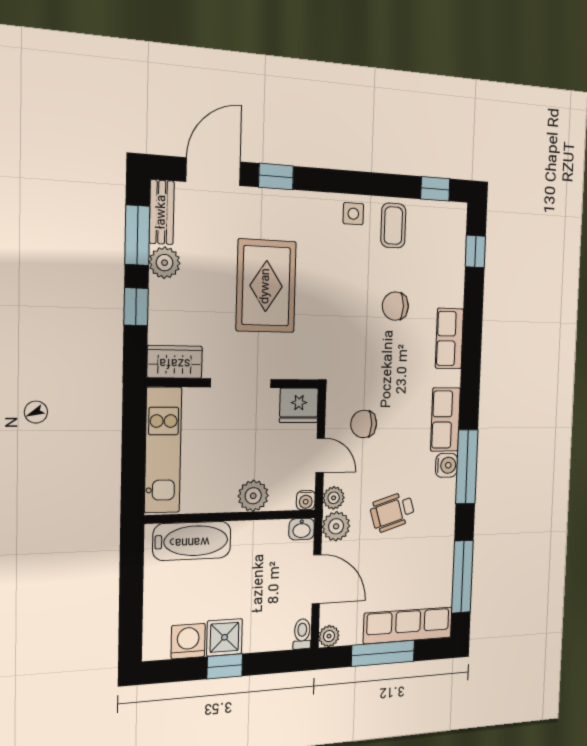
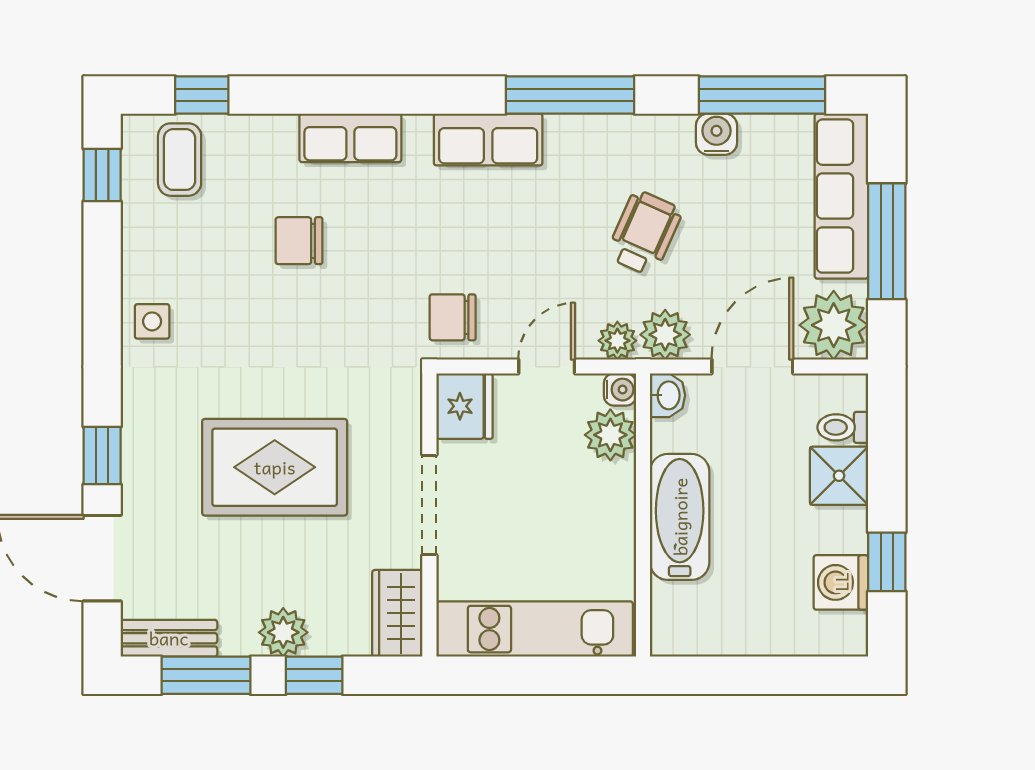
coffee table: (393, 226) -> (180, 160), moved, turned 90
plant: (165, 263) -> (283, 632), moved
chair: (395, 306) -> (299, 241), turned 90
chair: (364, 424) -> (453, 317), moved, turned 90
water cooler: (447, 465) -> (716, 134), moved
plant: (253, 496) -> (610, 435), moved
wheelchair: (392, 512) -> (644, 233), turned -139
bathtub: (192, 541) -> (680, 517), moved
toilet: (302, 634) -> (843, 427), moved
plant: (329, 636) -> (834, 325), width x1.88, depth x1.88
shower: (225, 637) -> (839, 476), moved
window: (225, 666) -> (887, 562), moved

